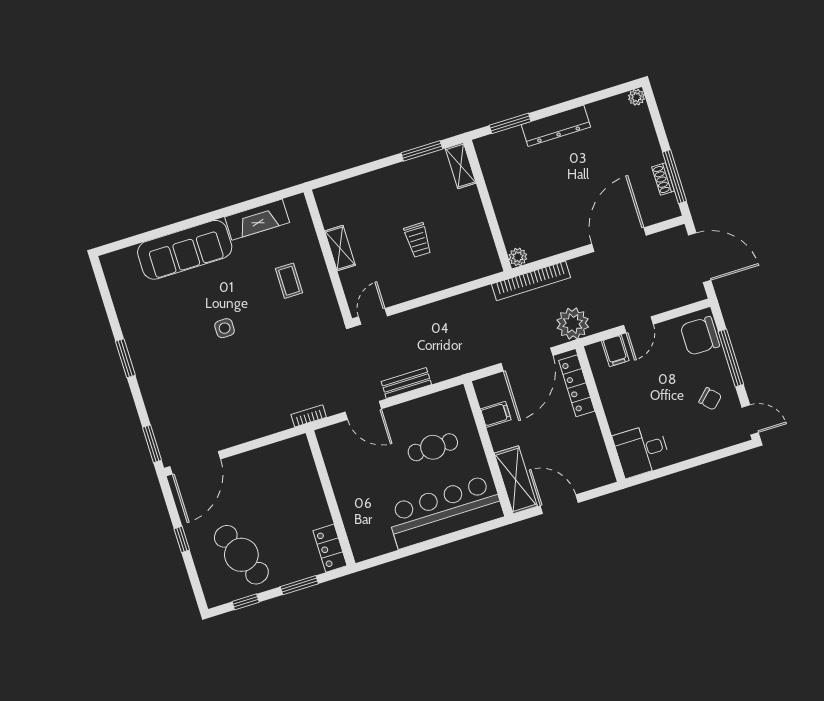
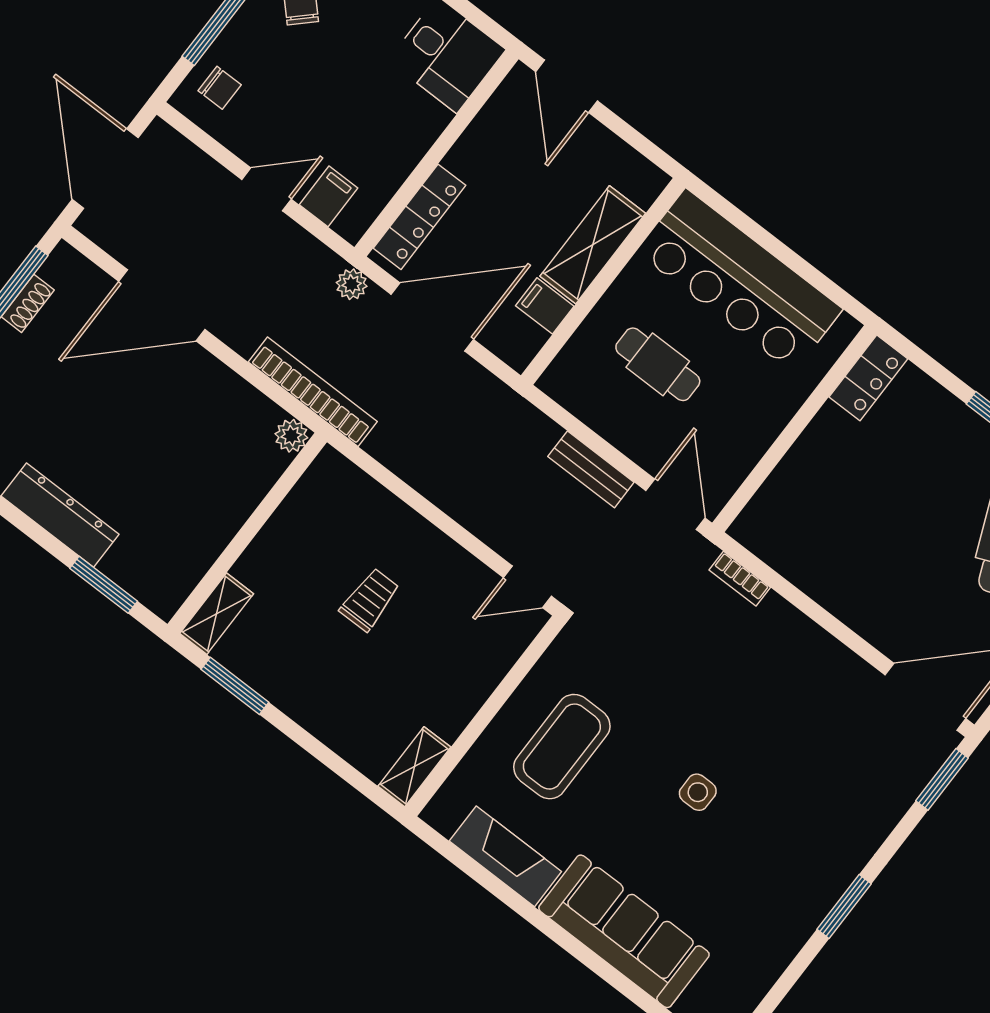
shelving: (340, 248) -> (414, 767), moved
coffee table: (289, 281) -> (562, 747), width x1.86, depth x1.72
plant: (573, 324) -> (352, 284), width x0.53, depth x0.53
chair: (700, 336) -> (220, 88), width x0.54, depth x0.54
shelving: (516, 480) -> (593, 245), moved
wall: (331, 498) -> (794, 429), moved
door: (559, 504) -> (567, 86), moved
locker: (330, 548) -> (868, 378), moved

